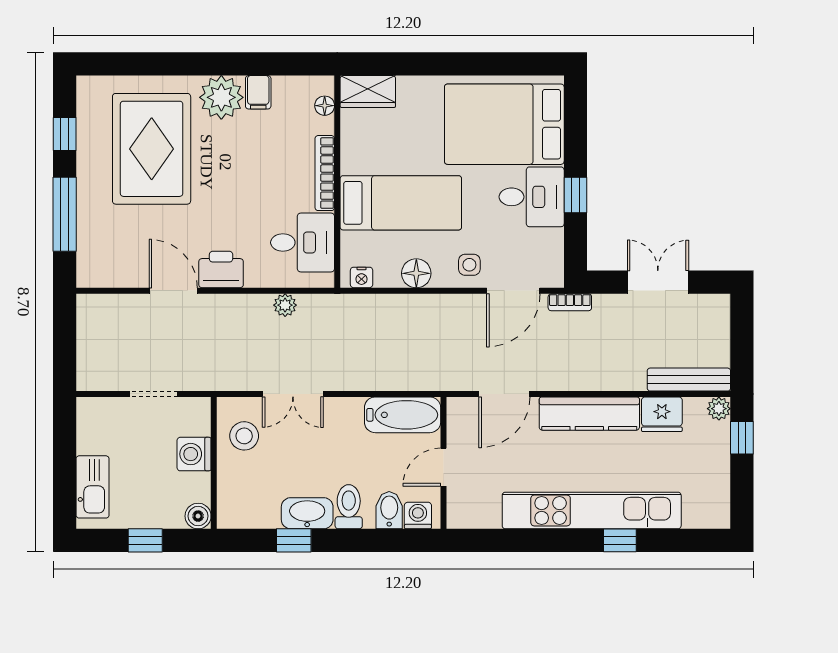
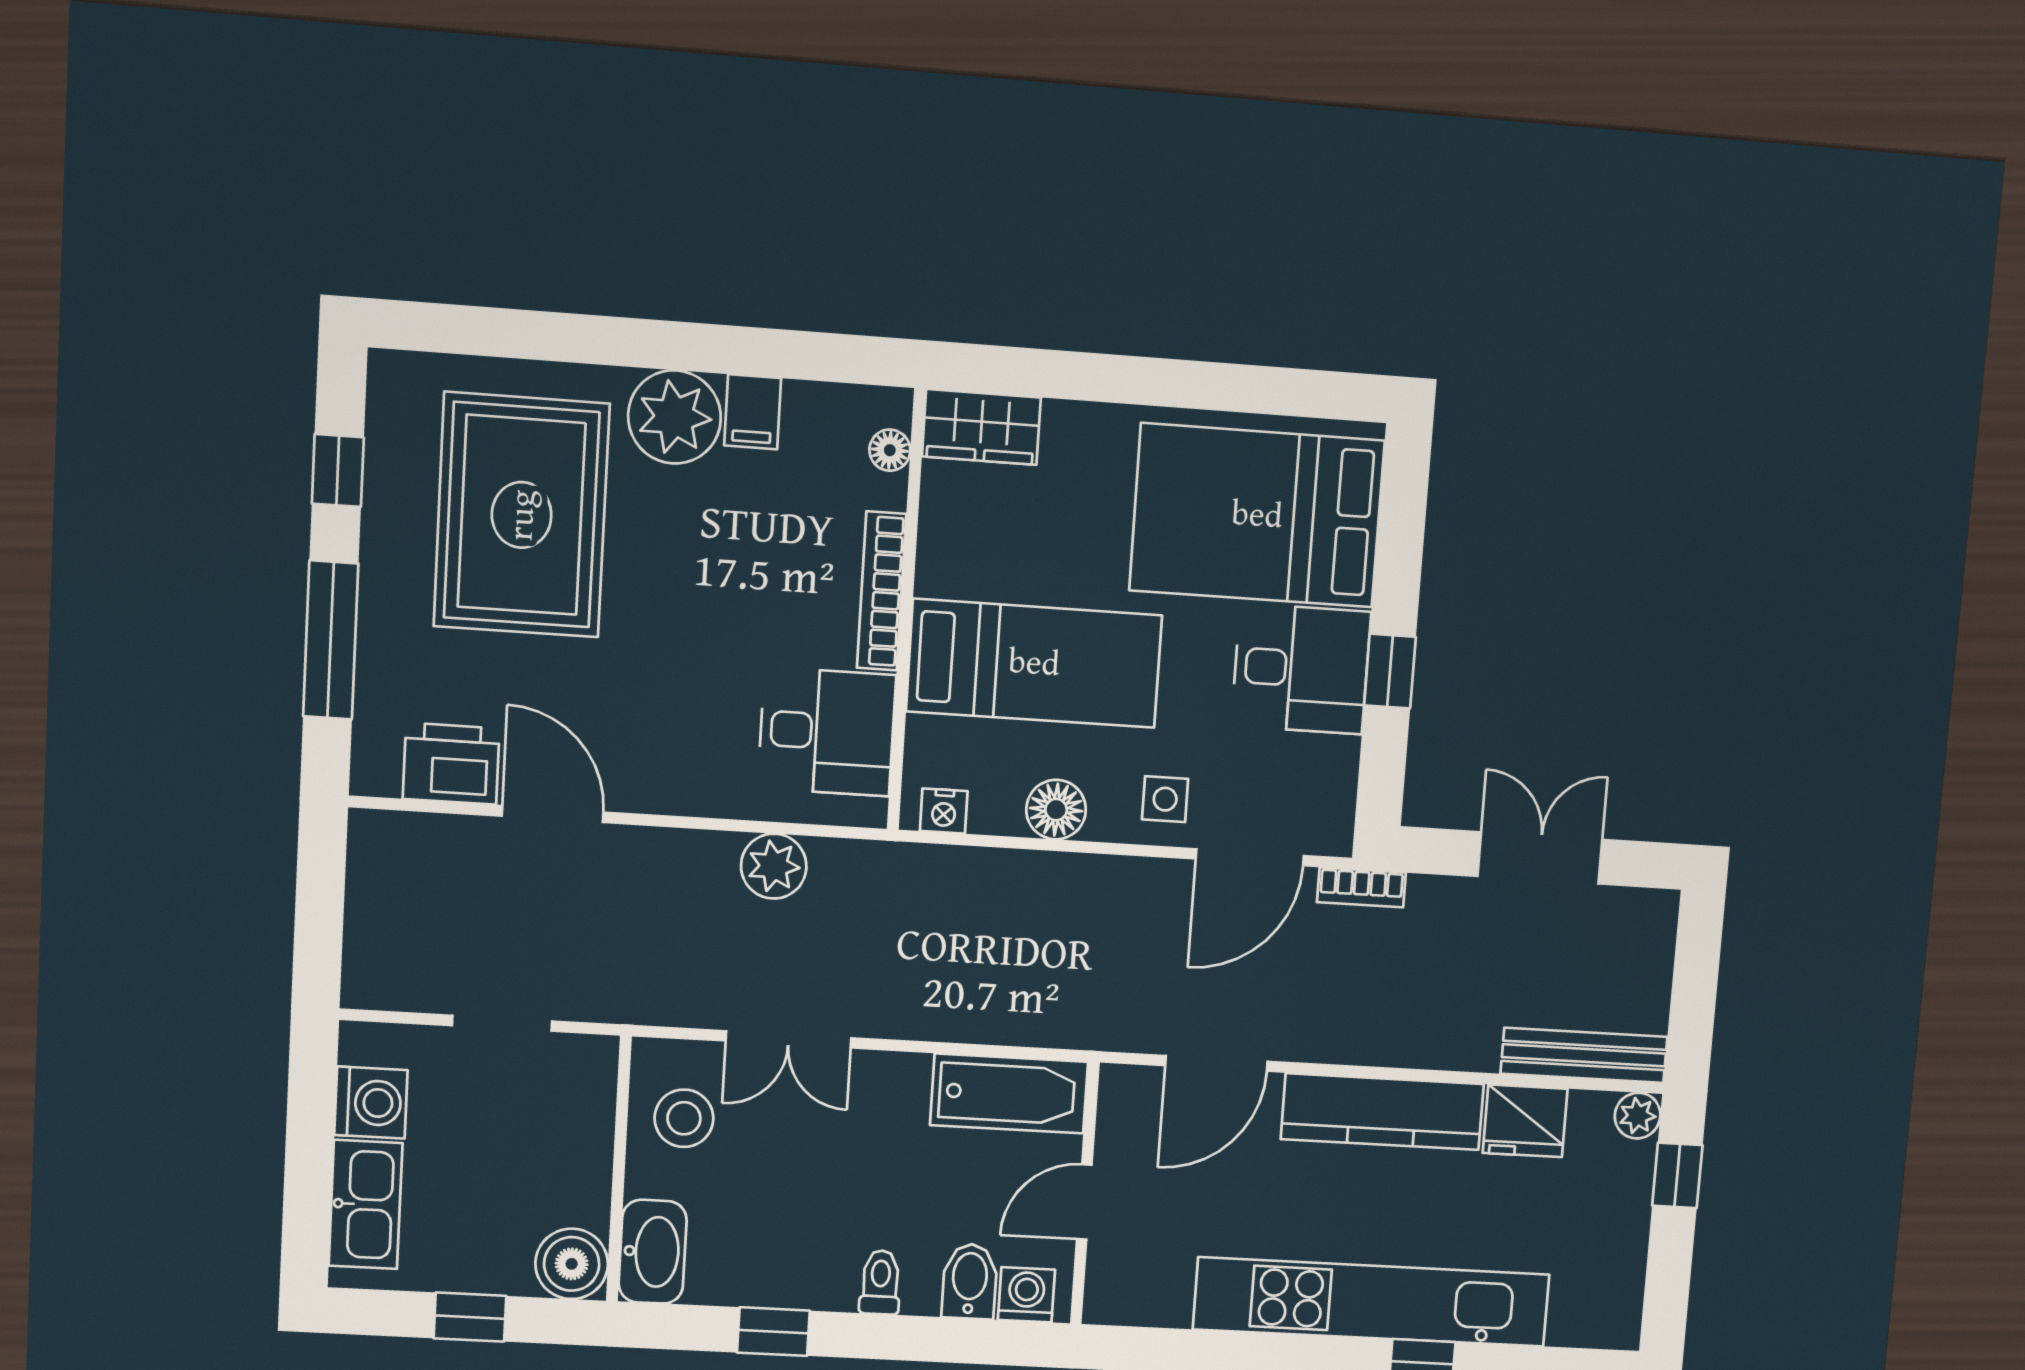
printer: (221, 269) -> (451, 764), moved
plant: (285, 305) -> (774, 866), width x1.38, depth x1.38
washing machine: (194, 454) -> (371, 1103), moved, turned 180
toilet: (349, 507) -> (880, 1282), width x0.73, depth x0.72
washbasin: (307, 513) -> (653, 1252), moved, turned 90
boiler: (198, 516) -> (572, 1264), width x1.36, depth x1.36

